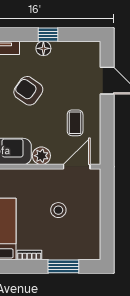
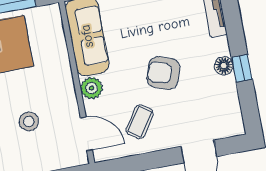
armchair: (28, 91) -> (163, 73), moved, turned -105
coffee table: (75, 123) -> (140, 122), turned -56

